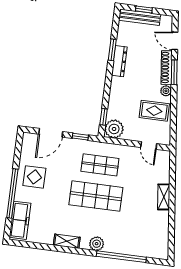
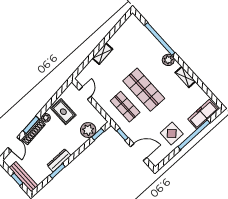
plant: (114, 129) -> (88, 130), moved

